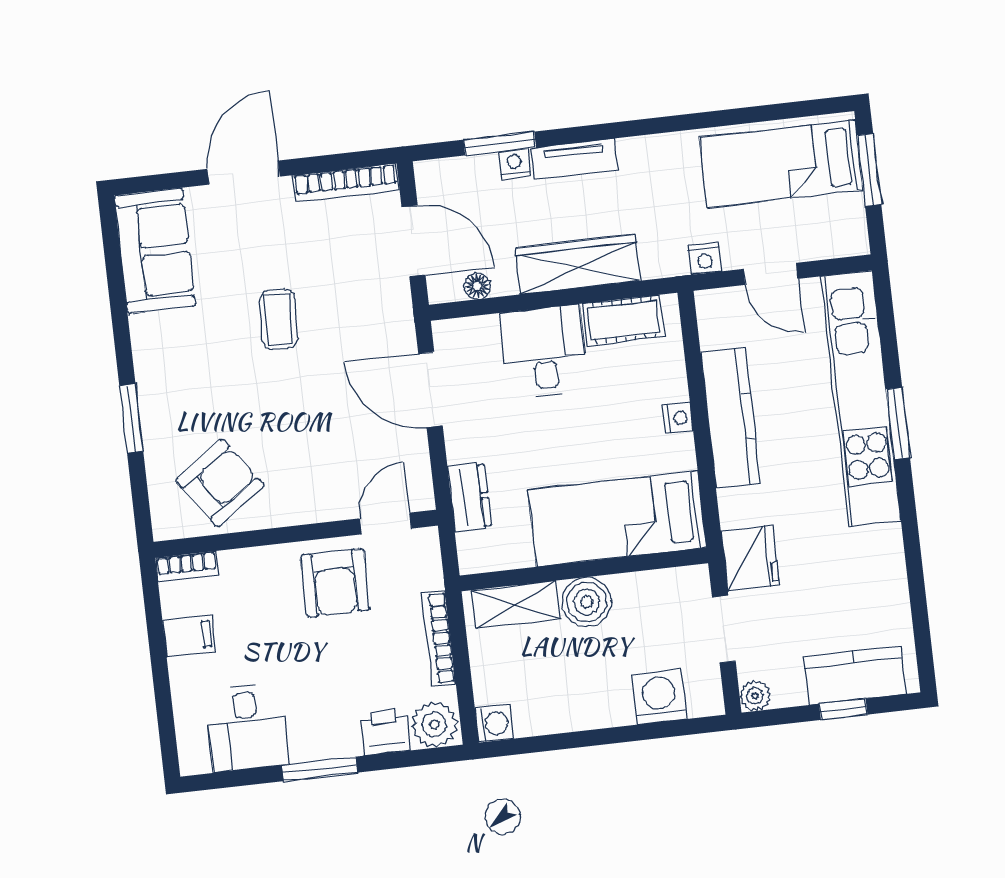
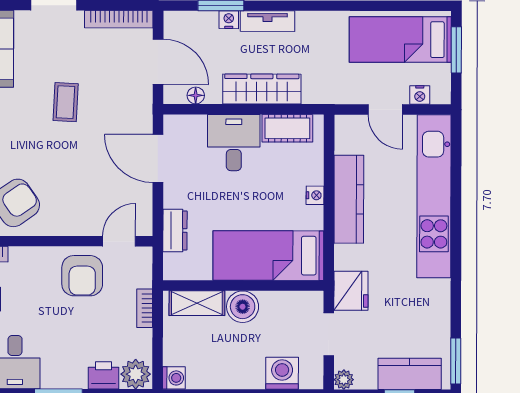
nightstand: (705, 259) -> (420, 95), moved
window: (898, 423) -> (456, 361), moved
bookcase: (439, 638) -> (145, 308), width x0.64

